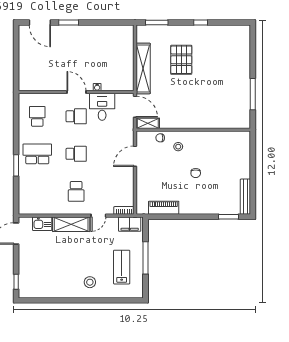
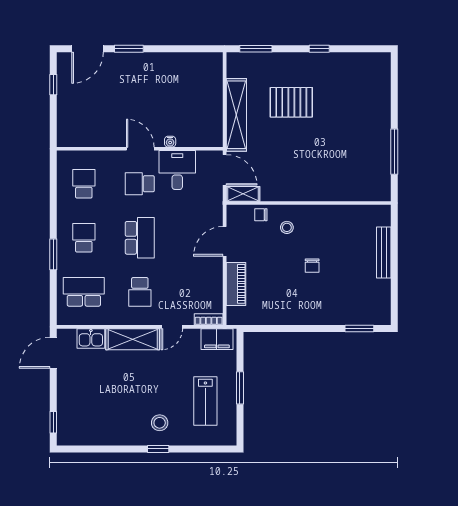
door: (40, 23) -> (88, 49), hinge flipped
window: (16, 47) -> (53, 85), added
pallet: (181, 60) -> (291, 102), turned 90
school desk: (76, 116) -> (140, 184), turned 180
school desk: (37, 154) -> (84, 238), width x0.54
school desk: (76, 154) -> (140, 238), width x1.85
school desk: (37, 191) -> (84, 292), added
bench: (245, 197) -> (384, 253), moved
piano: (164, 208) -> (236, 284), moved, turned 90
window: (146, 258) -> (240, 388), width x0.69
lab bench: (122, 267) -> (205, 401), turned 180
window: (89, 300) -> (158, 449), added

